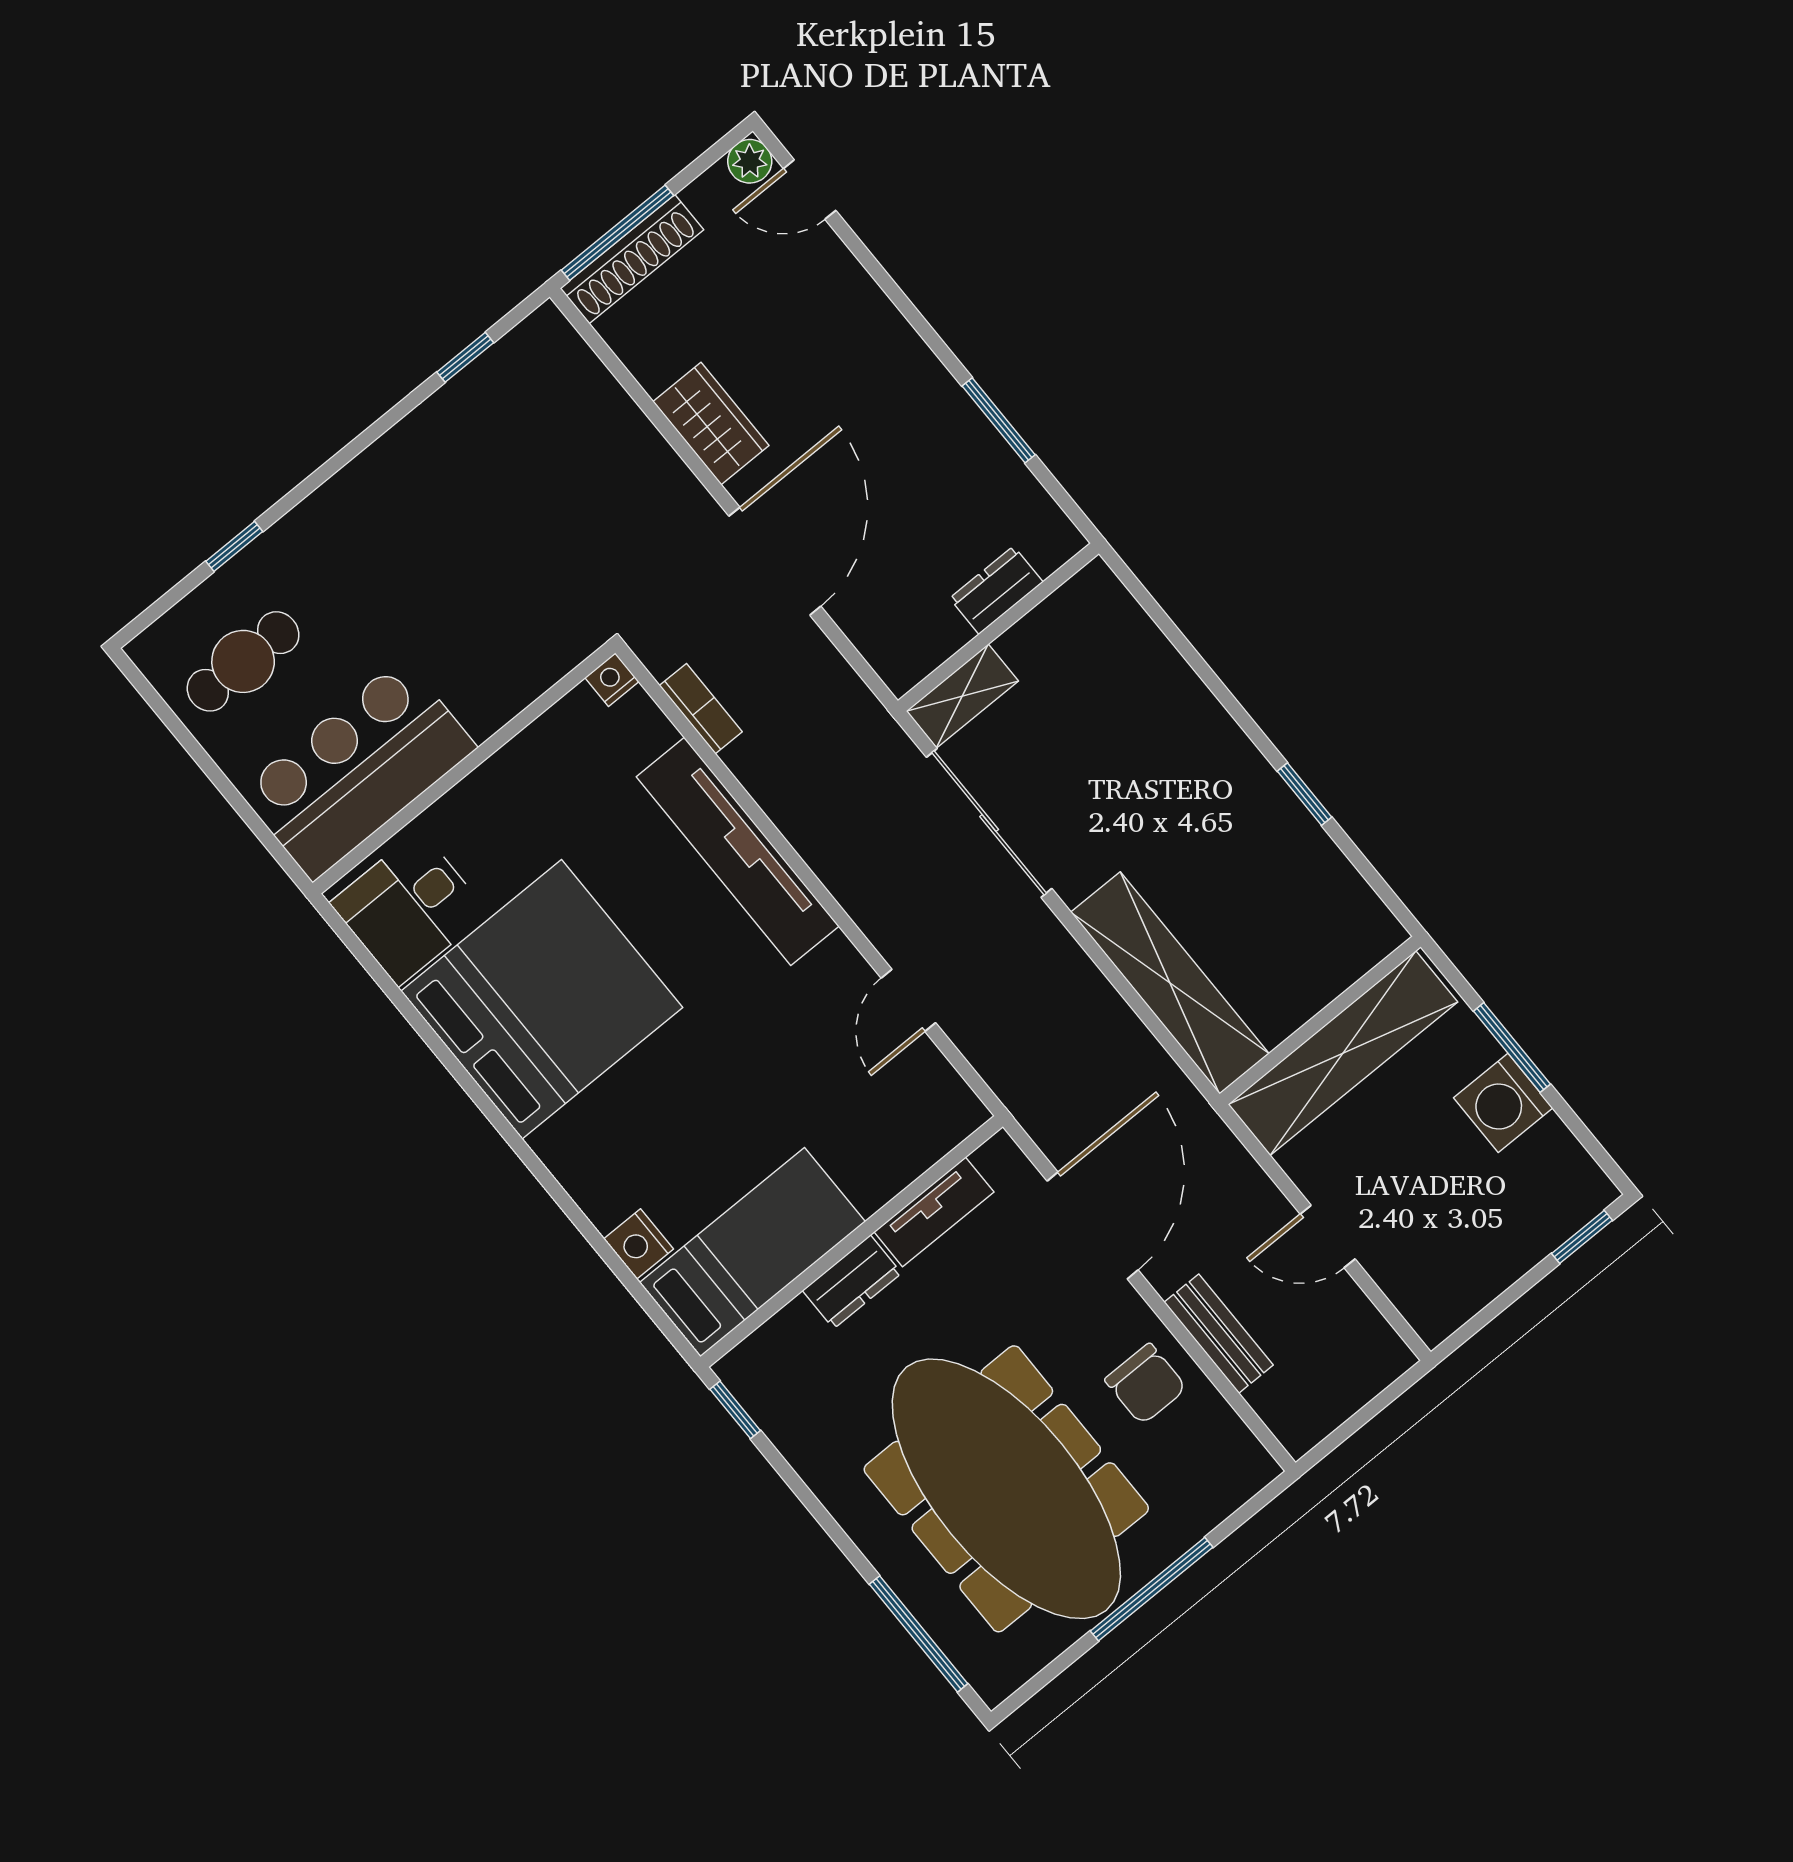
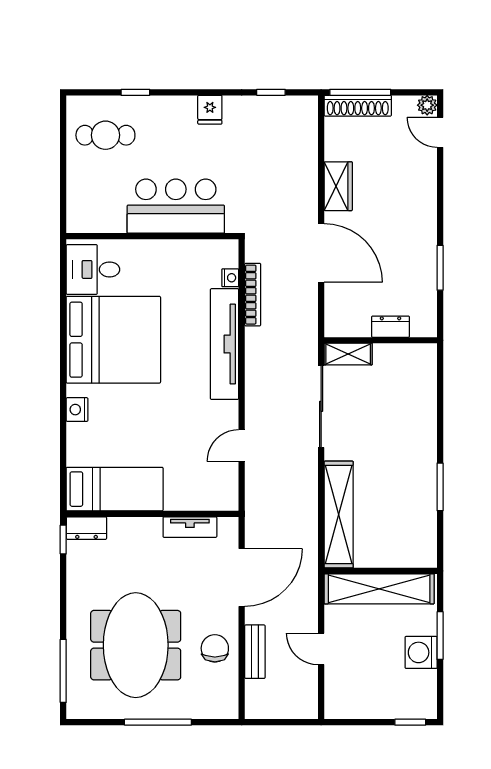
fridge: (385, 472) -> (210, 110), added
door: (775, 561) -> (321, 253), hinge flipped
nightstand: (612, 680) -> (230, 278), moved, turned 90
bookcase: (701, 709) -> (253, 295), width x1.56
bar counter: (358, 769) -> (176, 206), moved
window: (1304, 794) -> (440, 487), width x1.50
nightstand: (639, 1244) -> (77, 410), moved
dresser: (852, 1282) -> (86, 528), moved
chair: (1146, 1384) -> (215, 648), turned 180
meeting table: (1006, 1489) -> (136, 645), width x0.73

